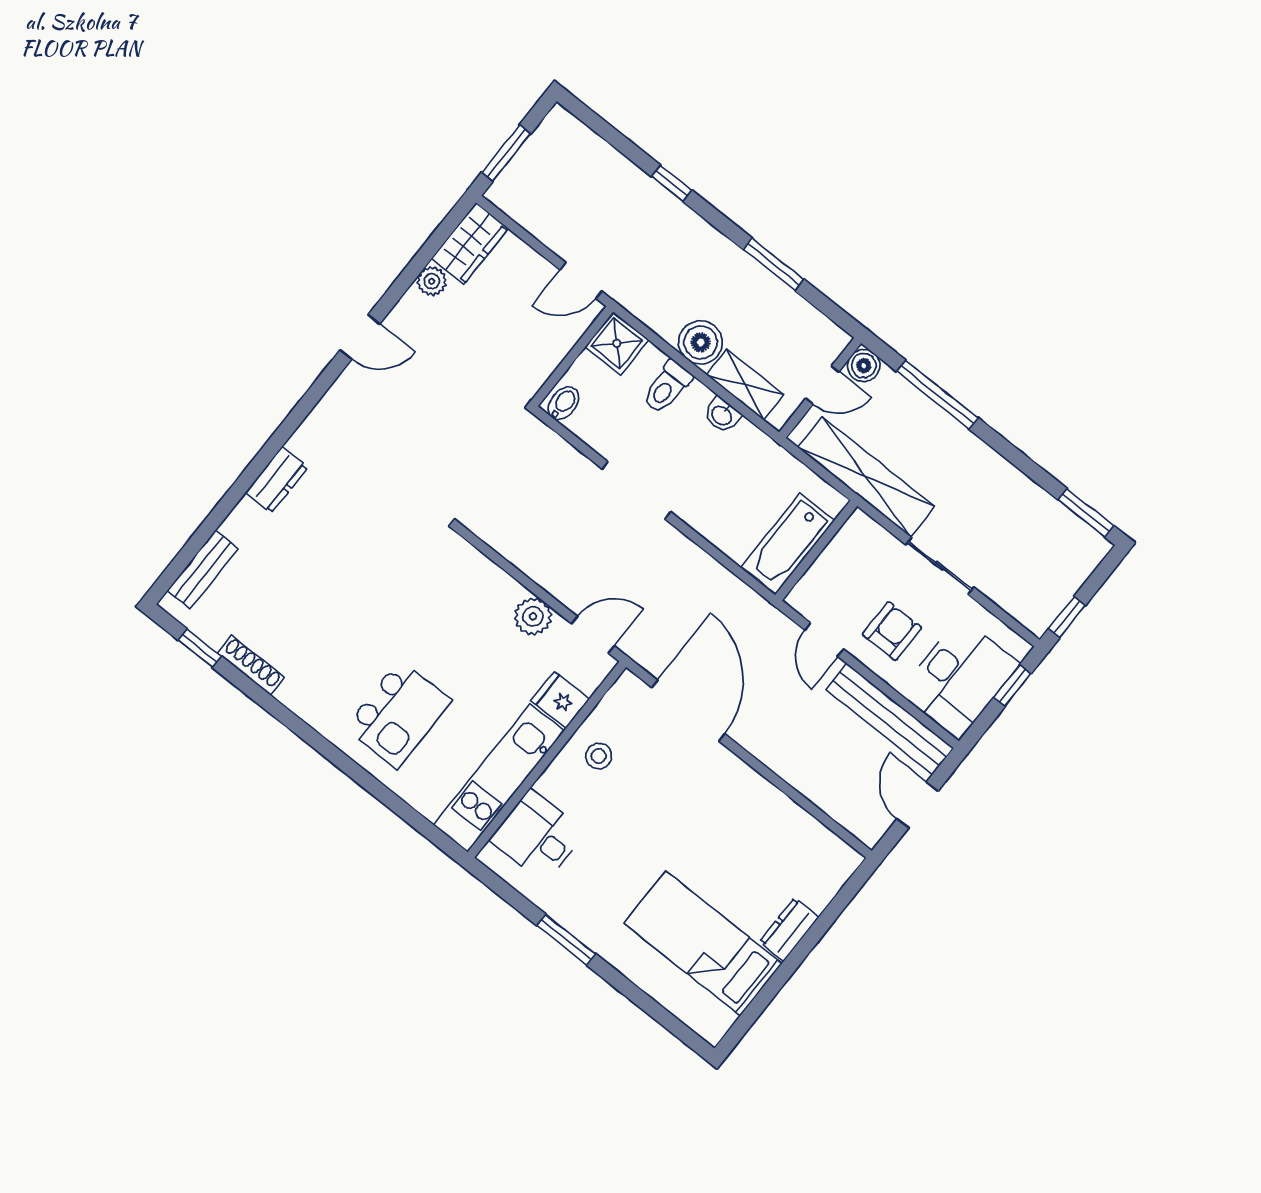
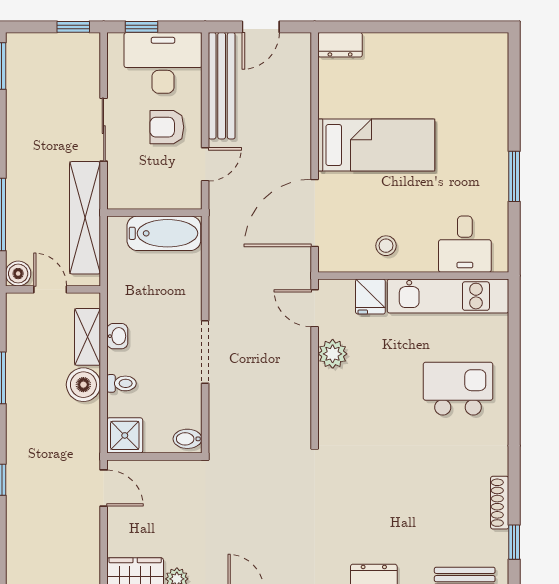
toilet: (667, 387) -> (122, 383), width x0.73, depth x0.72
dresser: (789, 929) -> (340, 45), moved
bed: (703, 943) -> (376, 145), moved, turned -90

